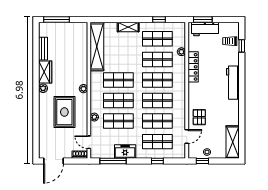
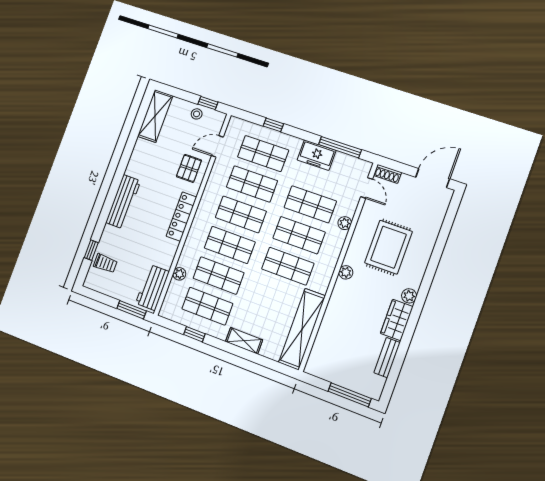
workbench: (205, 29) -> (152, 287), moved, turned -90
locker: (193, 67) -> (181, 217), moved

